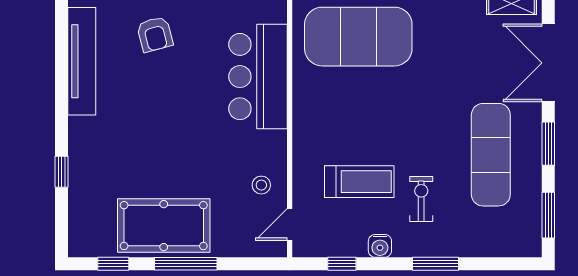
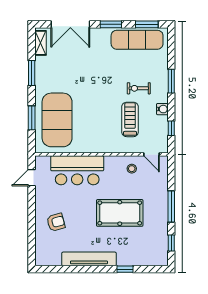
tv unit: (82, 61) -> (89, 259), moved
exercise mat: (491, 155) -> (137, 40), moved
pool table: (164, 226) -> (120, 213), moved, turned 90

